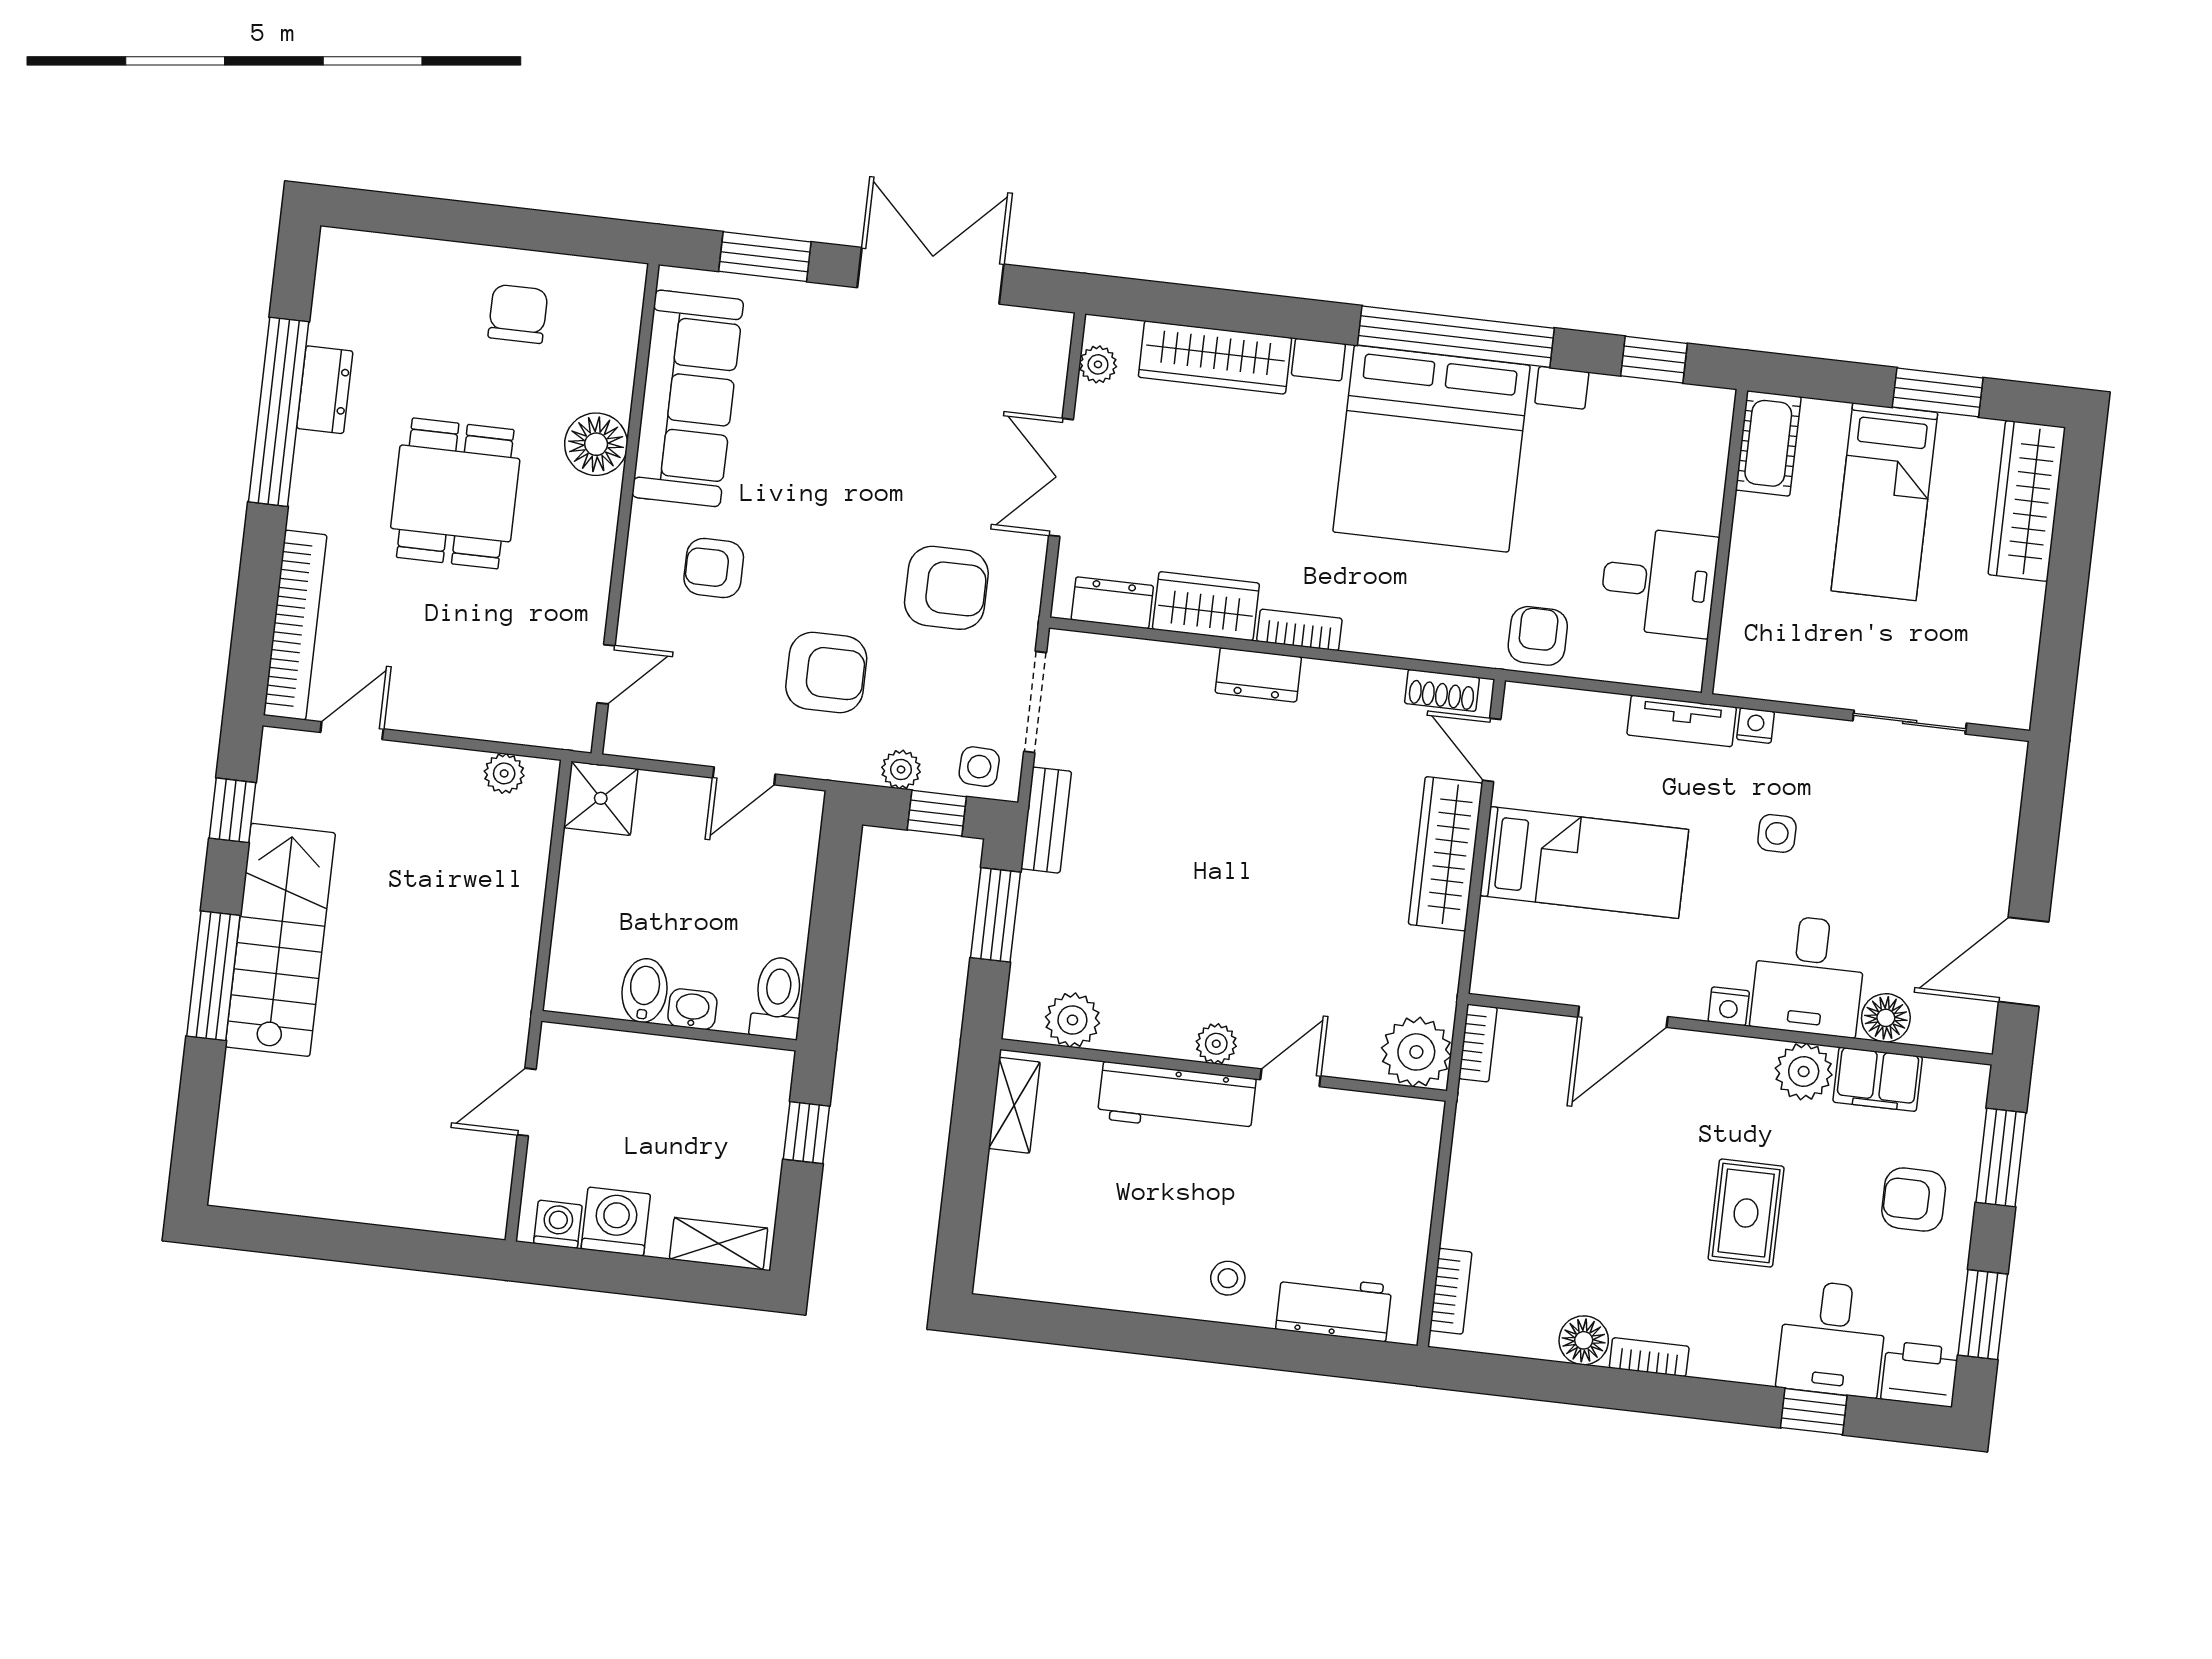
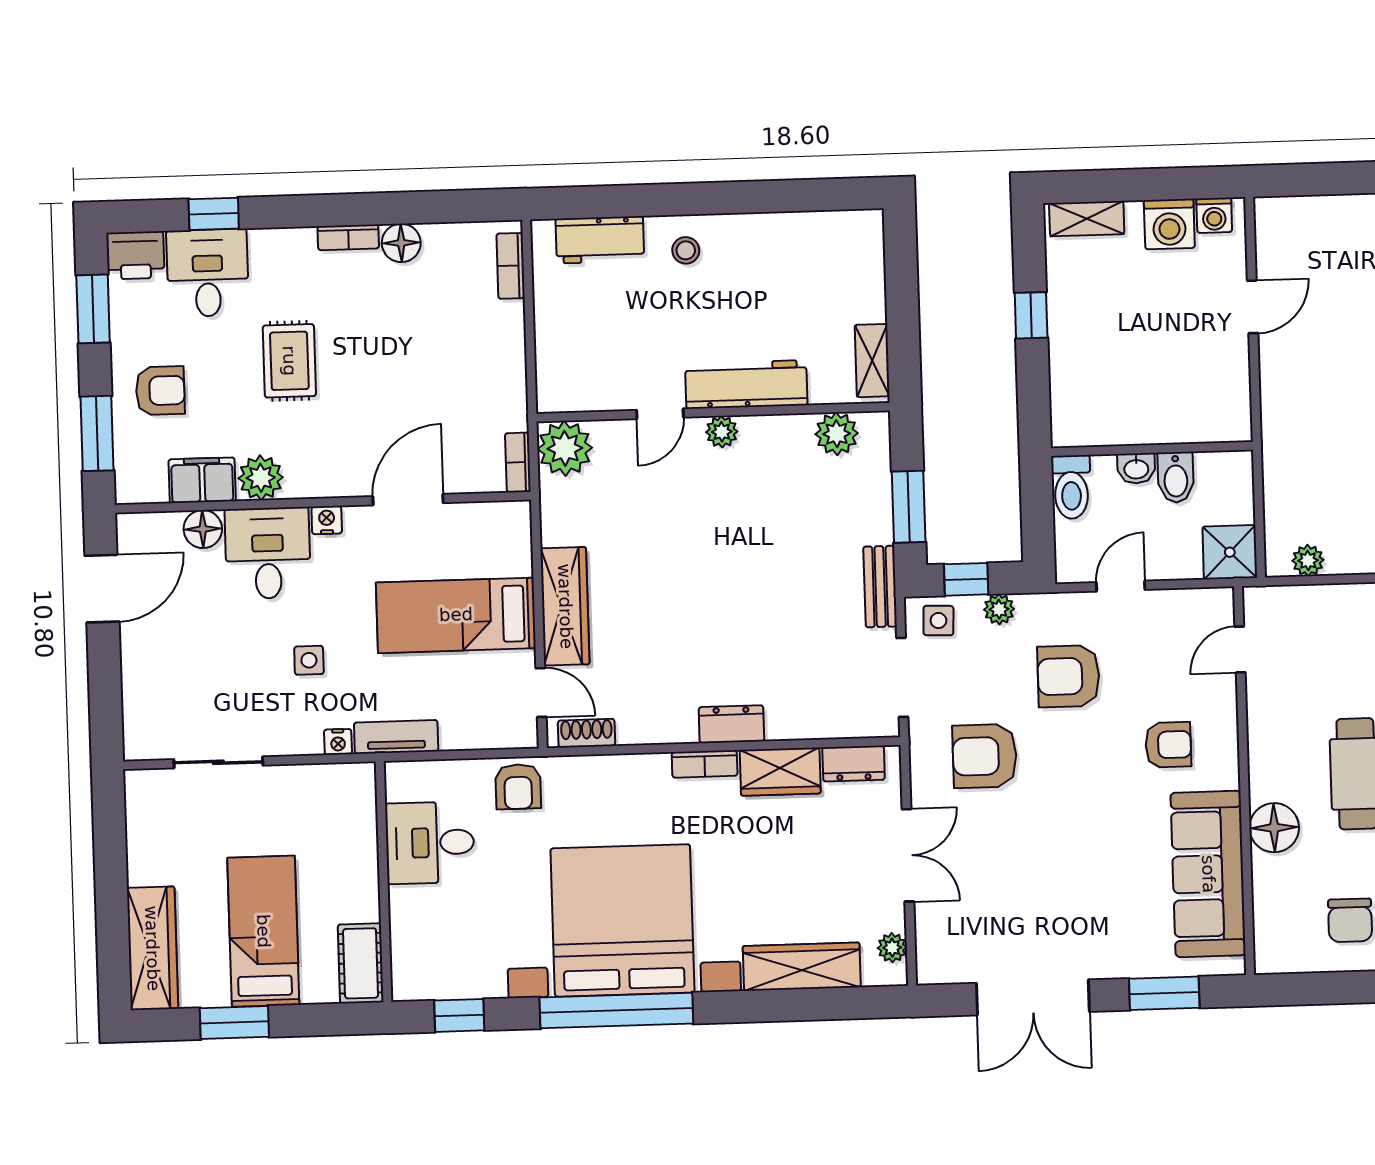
bidet: (644, 991) -> (1176, 477), moved
toilet: (778, 998) -> (1071, 487), moved
washbasin: (692, 1009) -> (1136, 468), moved
wall: (669, 1031) -> (1152, 449), moved

